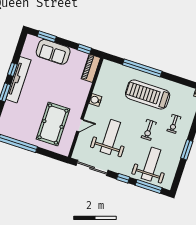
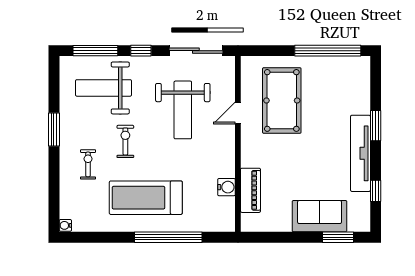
window: (84, 49) -> (271, 237), removed
piano: (91, 68) -> (250, 190), moved
window: (12, 69) -> (376, 191), moved
treadmill: (148, 94) -> (146, 198), turned 180
water cooler: (95, 100) -> (226, 187), moved
weight bench: (151, 164) -> (103, 88), turned 90

